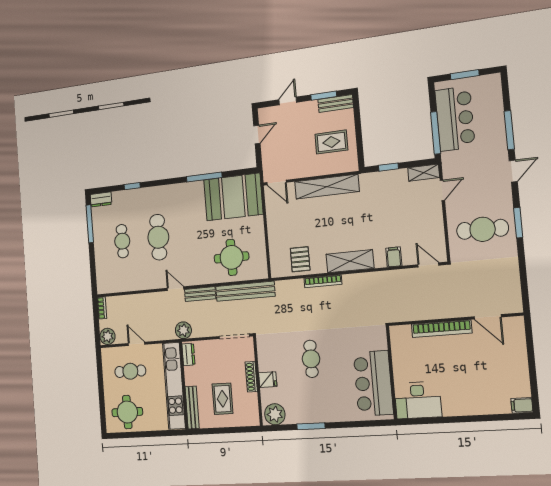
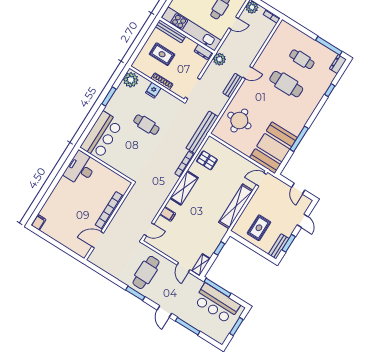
bench: (245, 291) -> (202, 132), moved
bar counter: (373, 383) -> (101, 135), moved, turned 90

